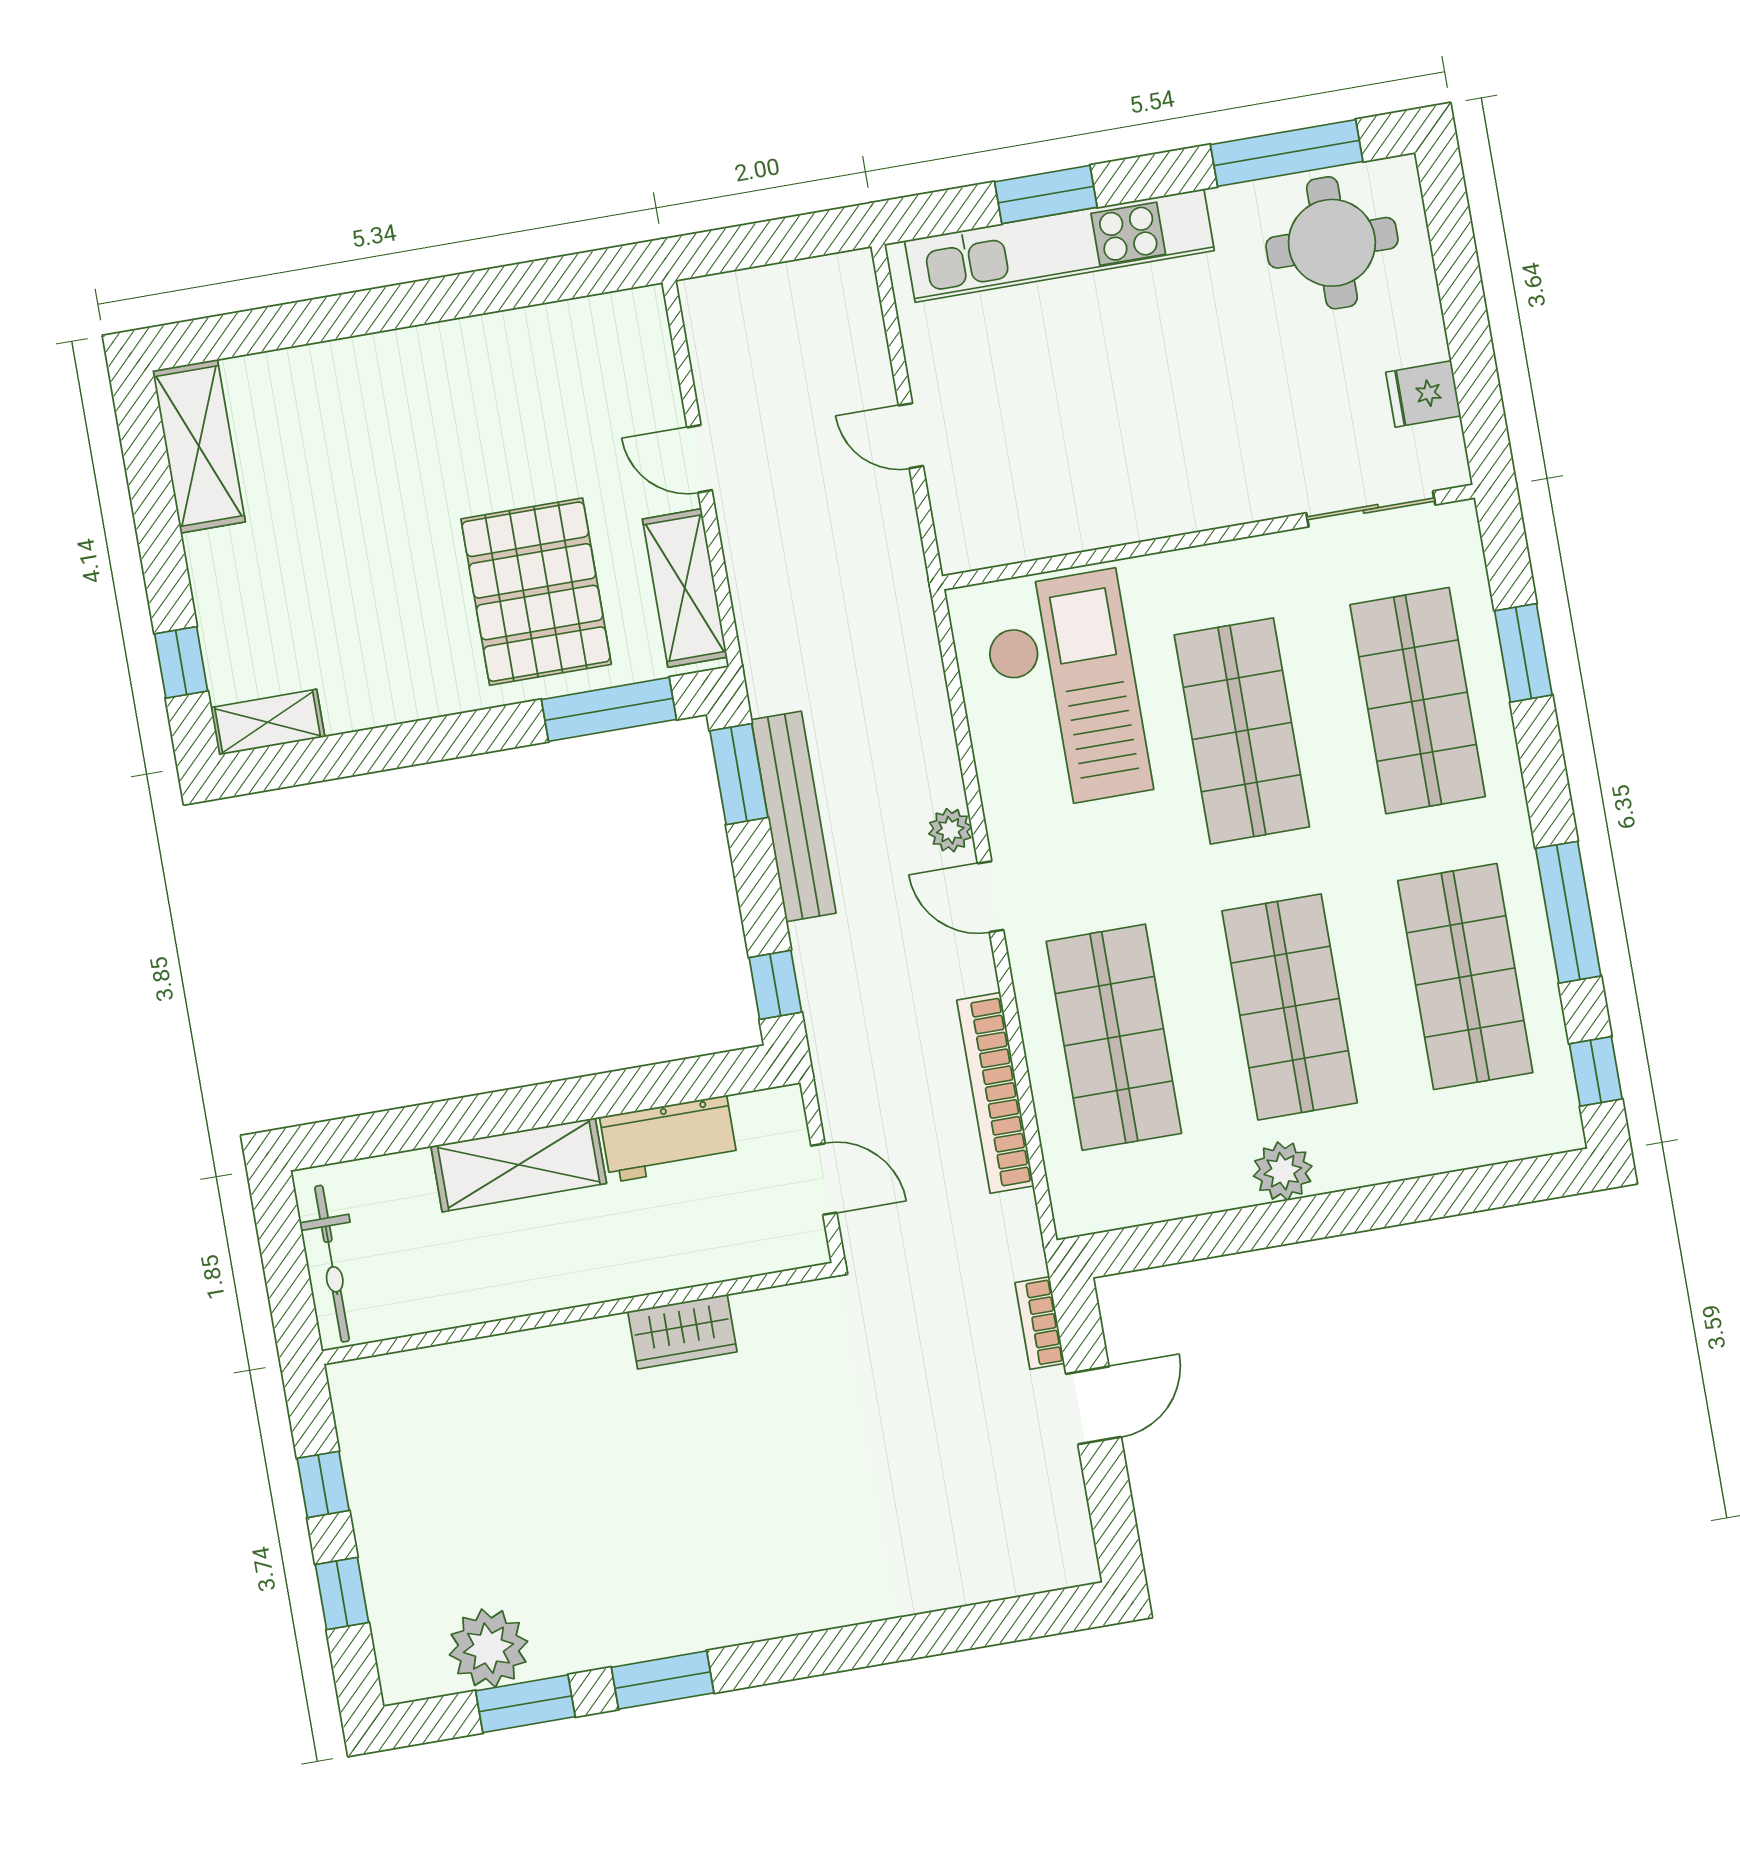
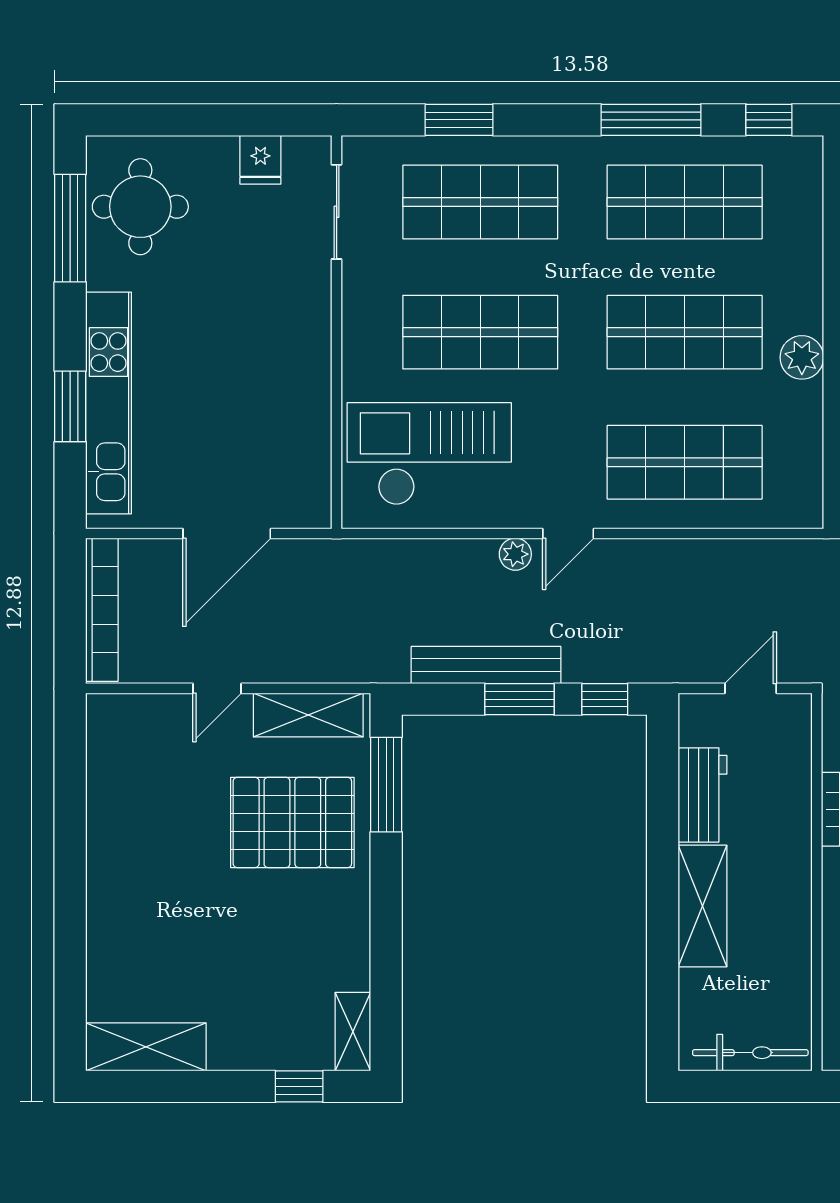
door: (911, 436) -> (227, 533), width x1.88
window: (739, 774) -> (520, 699), moved
bookcase: (995, 1093) -> (102, 610), moved, turned -90

